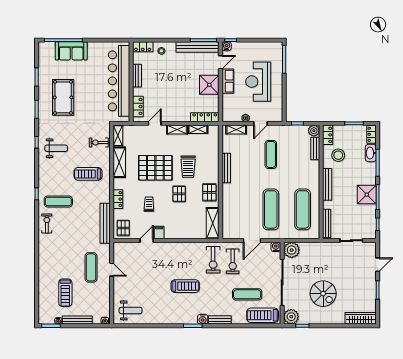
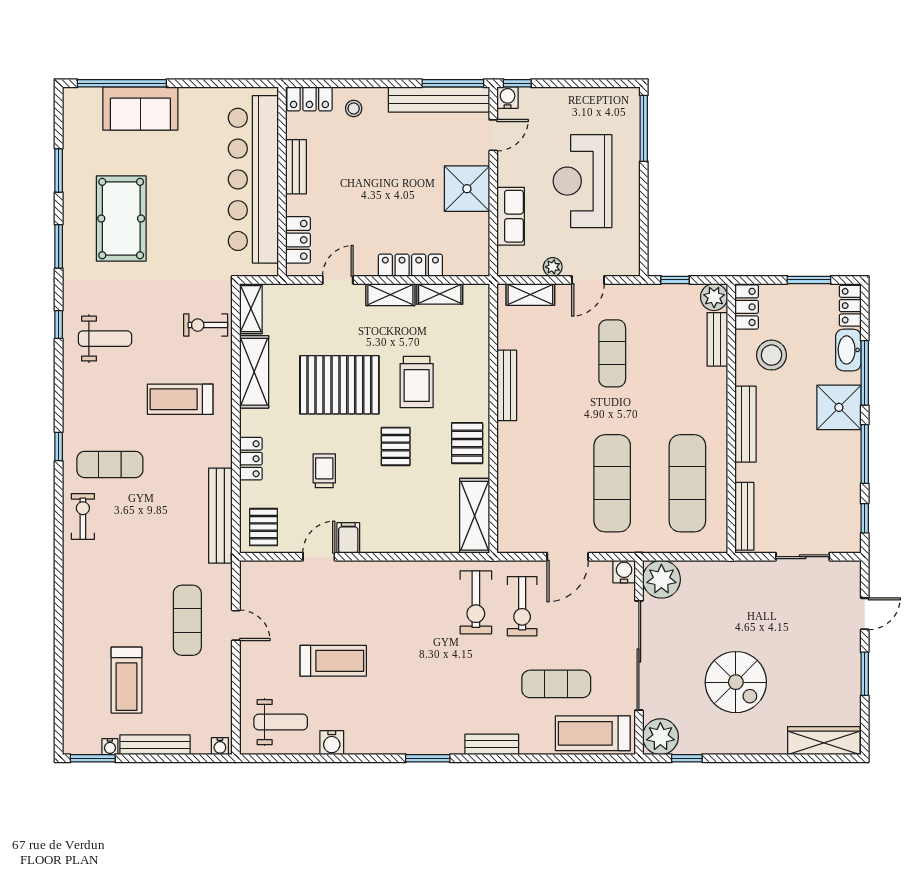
row of seats: (228, 81) -> (511, 216), moved
locker: (205, 117) -> (410, 265), moved
shower: (367, 195) -> (839, 407), moved
treadmill: (185, 286) -> (333, 661), moved
water cooler: (203, 319) -> (332, 743), moved

